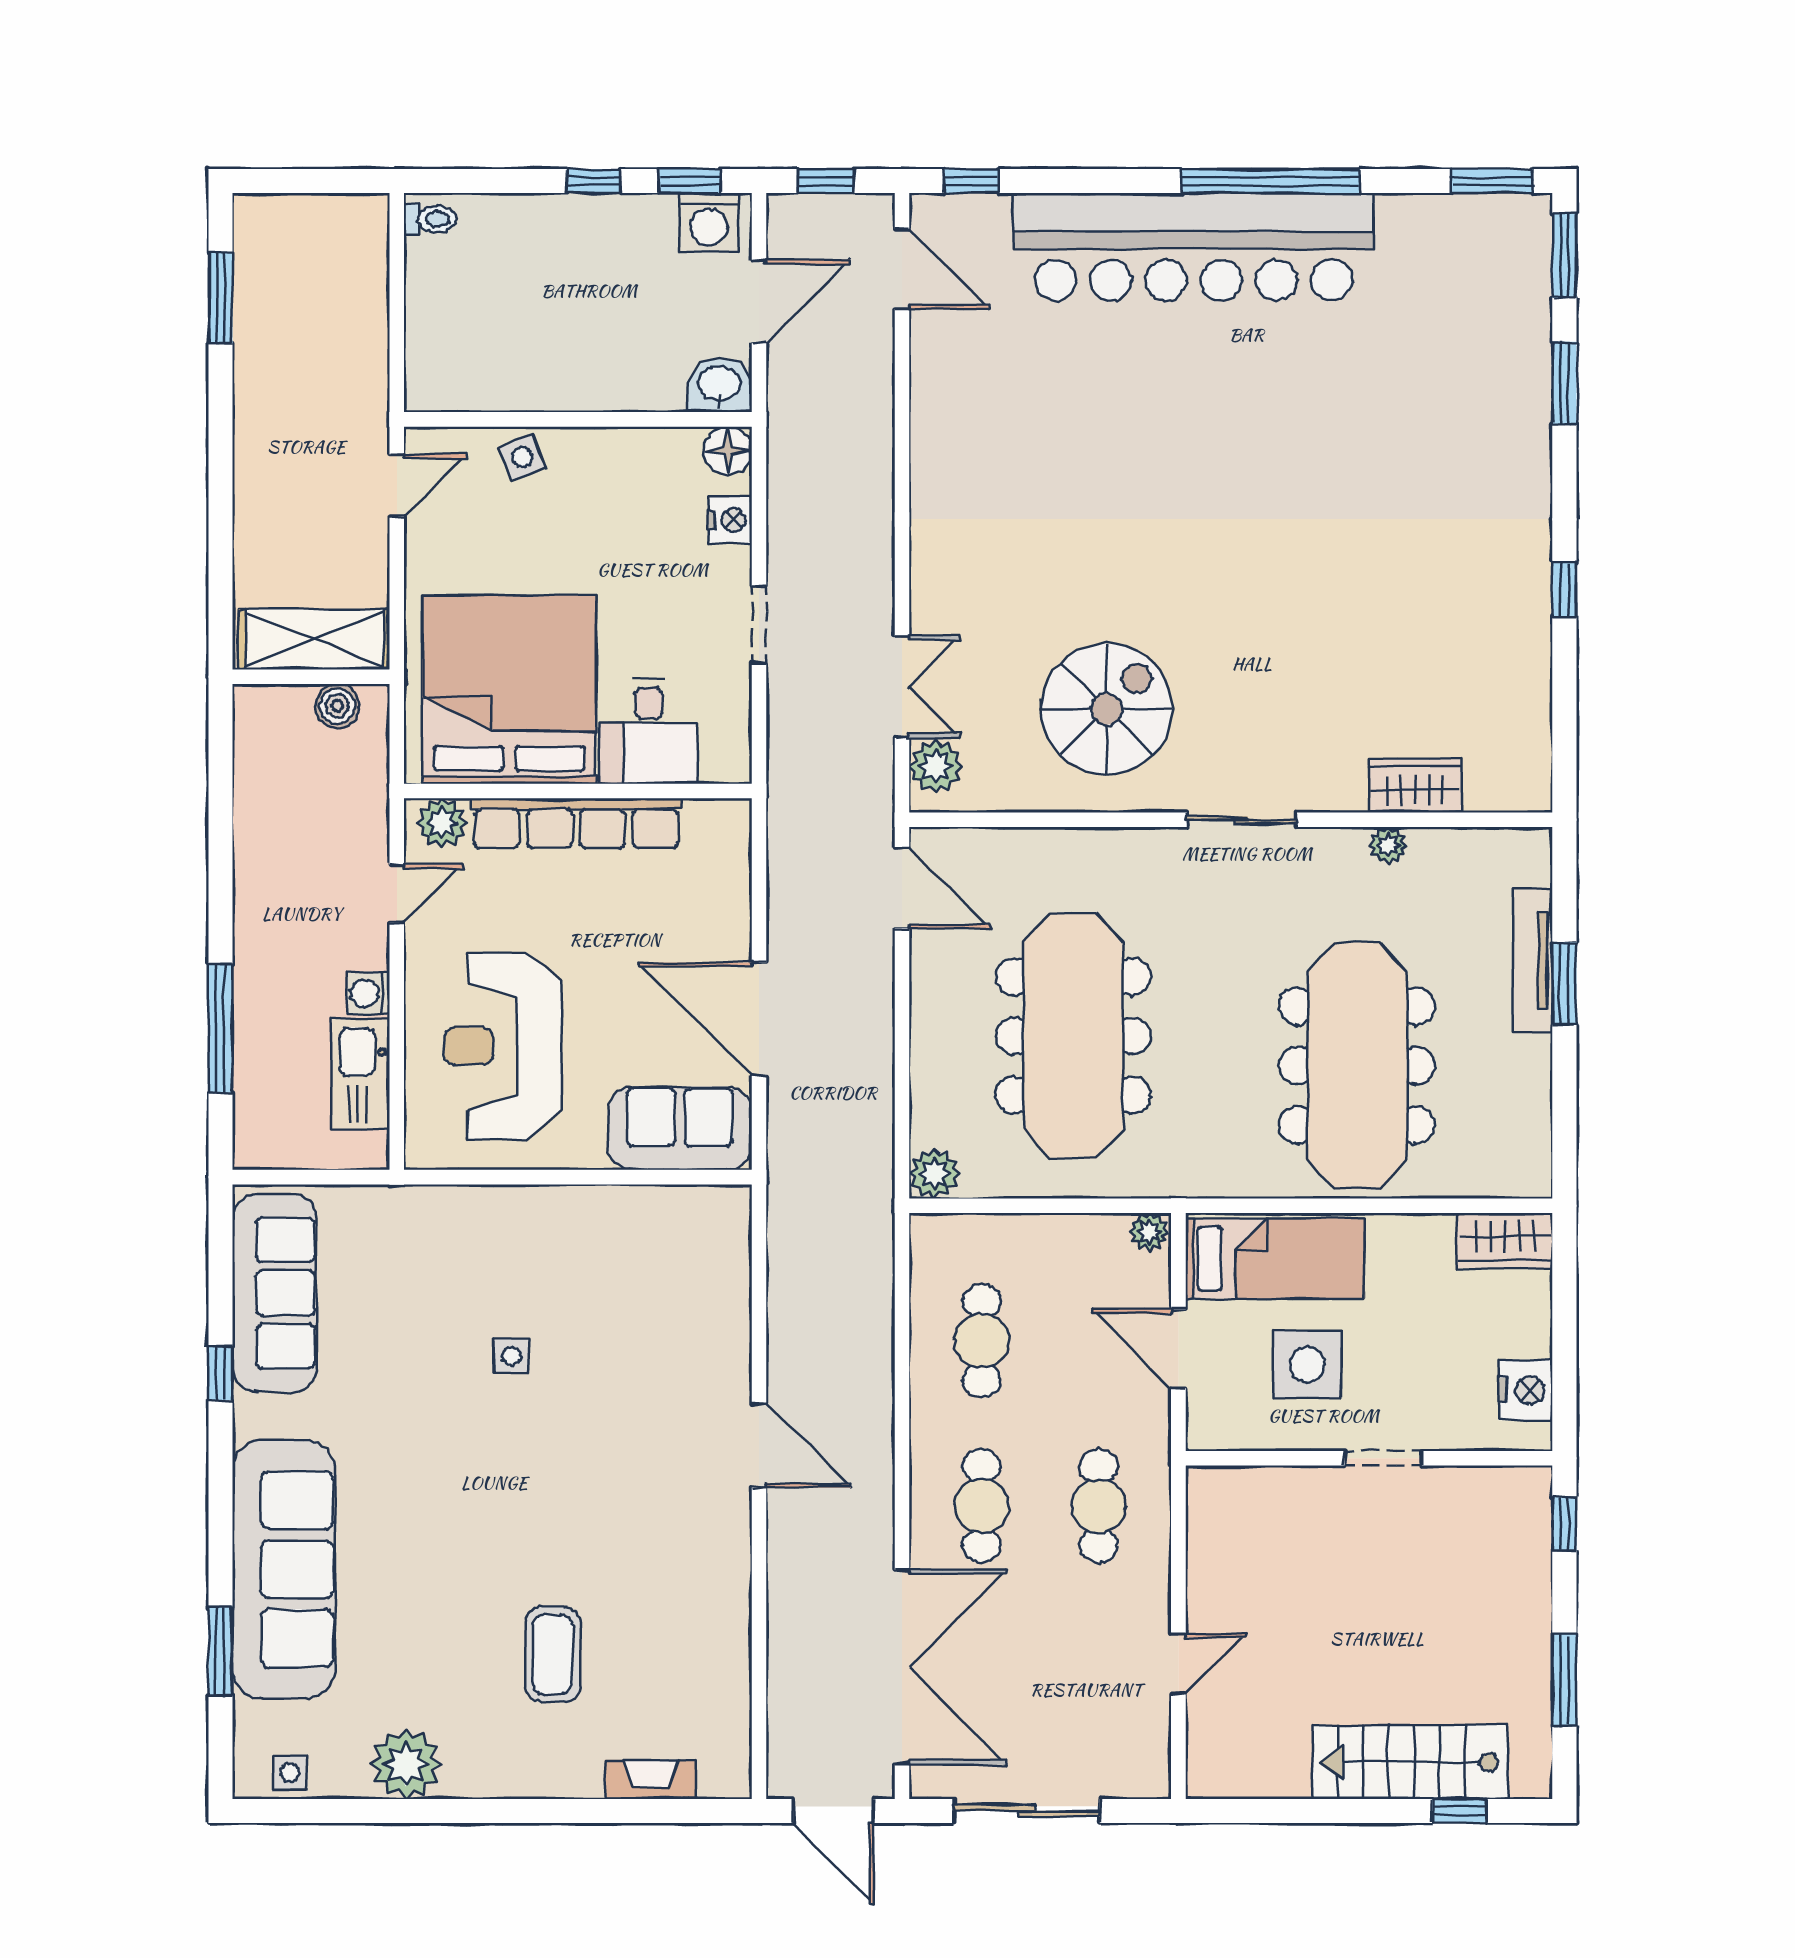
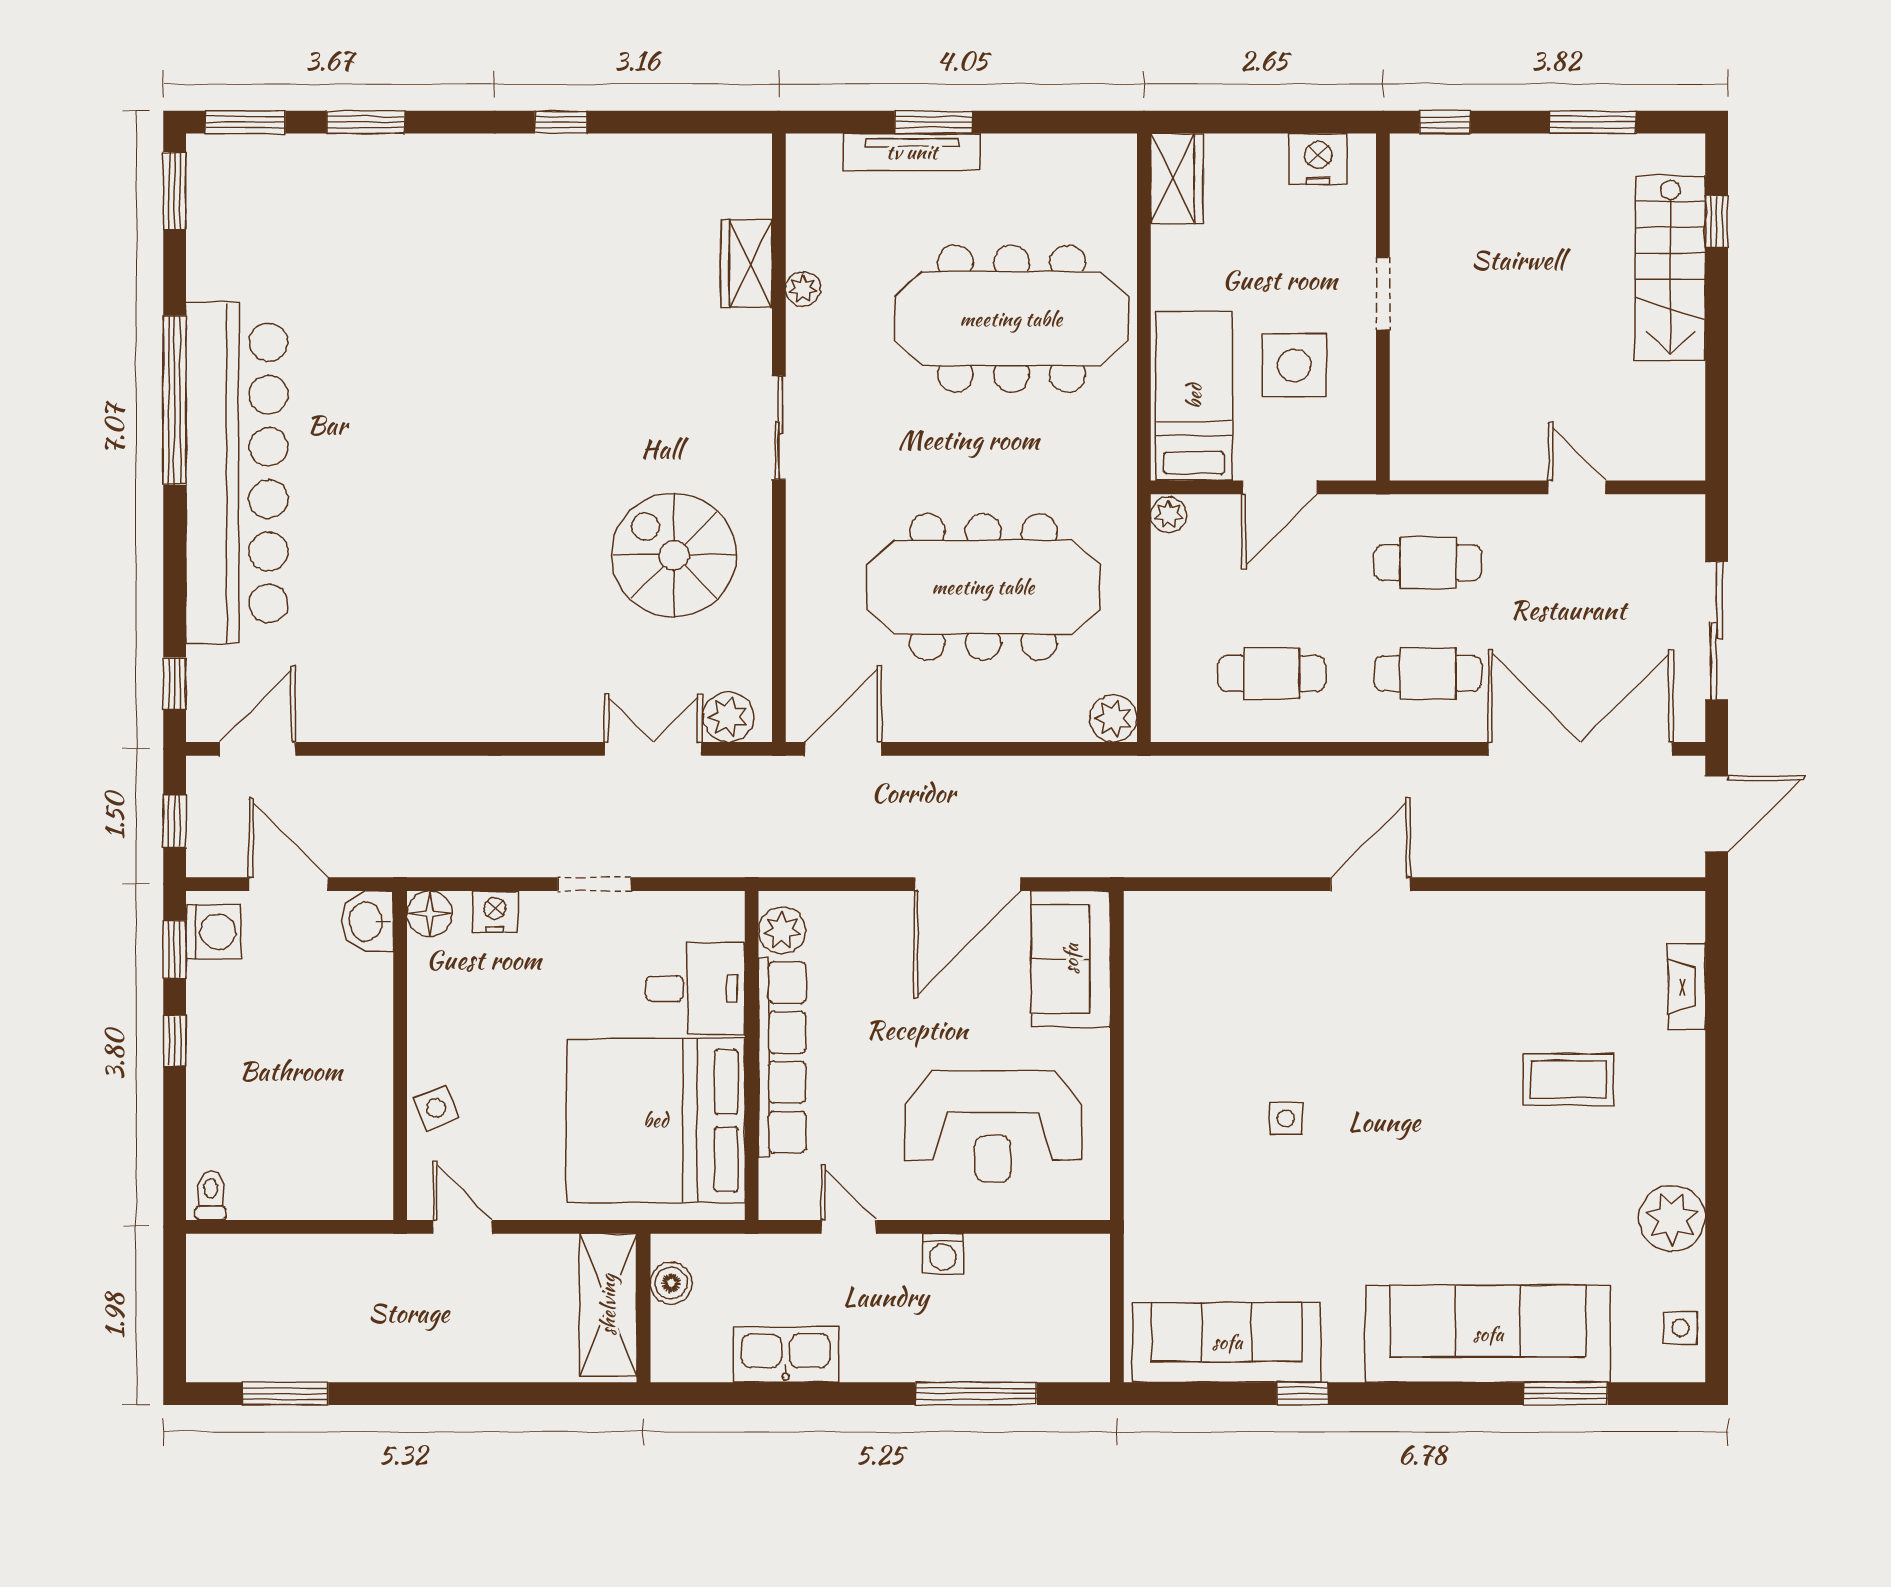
plant: (442, 823) -> (782, 930), moved
kitchen sink: (360, 1074) -> (786, 1355), moved, turned 180

